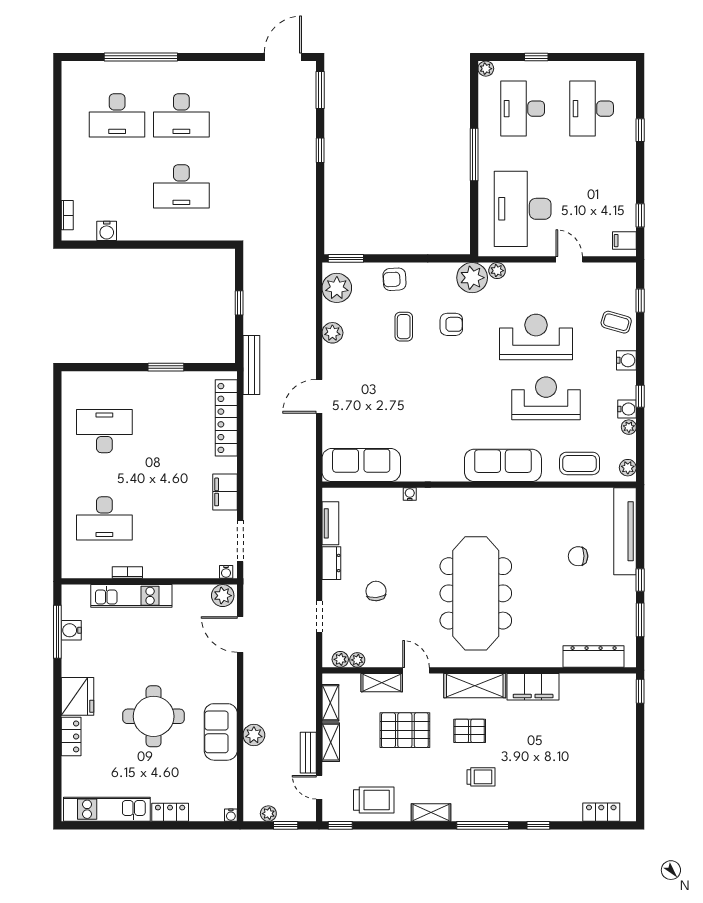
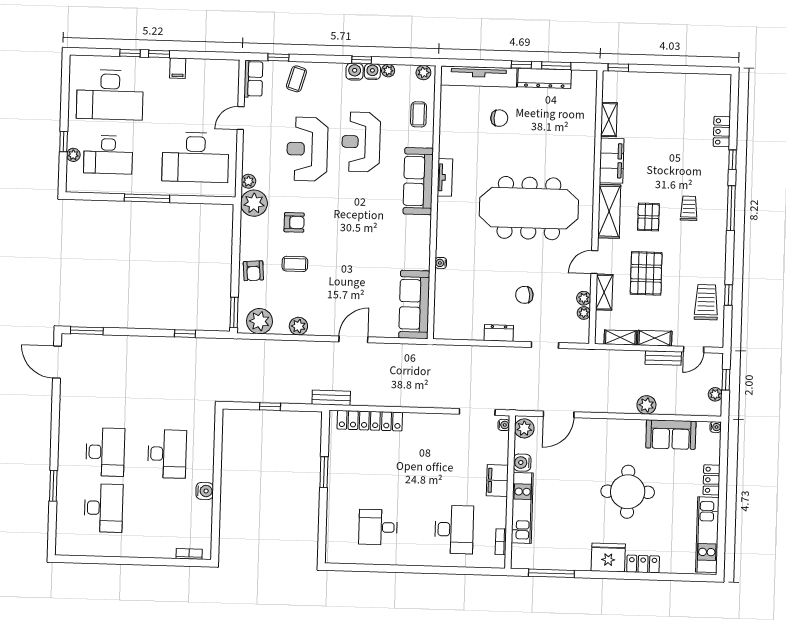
window: (141, 57) -> (53, 486), width x0.47
plant: (486, 69) -> (73, 155), moved
desk: (592, 109) -> (110, 95), width x1.36, depth x1.30
window: (320, 150) -> (185, 334), moved
window: (640, 215) -> (159, 54), moved
water cooler: (107, 231) -> (205, 491), moved
filing cabinet: (624, 241) -> (178, 68), moved
row of seats: (615, 273) -> (253, 79), added
armchair: (451, 324) -> (294, 222), turned 90
water cooler: (626, 360) -> (355, 72), moved
bench: (251, 365) -> (331, 398), width x0.73
door: (319, 396) -> (353, 339), swing flipped
desk: (104, 431) -> (378, 527), width x0.73
coffee table: (580, 463) -> (419, 114), width x0.73, depth x0.77
filing cabinet: (225, 492) -> (497, 481), moved, turned 90
tv unit: (330, 523) -> (445, 177), moved, turned 90
chair: (578, 556) -> (499, 118), turned -90
bookcase: (127, 572) -> (501, 542), moved
water cooler: (71, 630) -> (522, 463), moved, turned 90
dresser: (594, 656) -> (544, 78), moved, turned -90
plant: (340, 659) -> (584, 298), moved
sofa: (221, 732) -> (671, 435), moved
locker: (601, 812) -> (722, 132), moved
shelving: (431, 813) -> (609, 120), moved
window: (340, 825) -> (728, 295), moved

